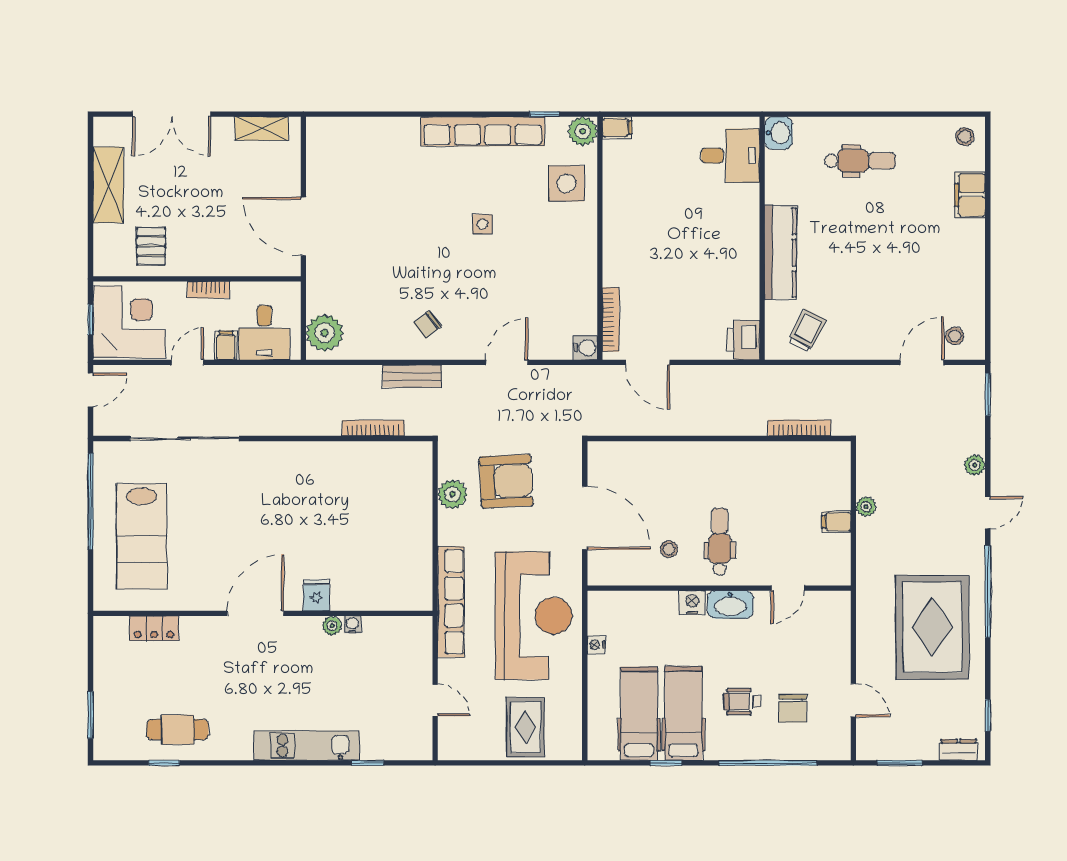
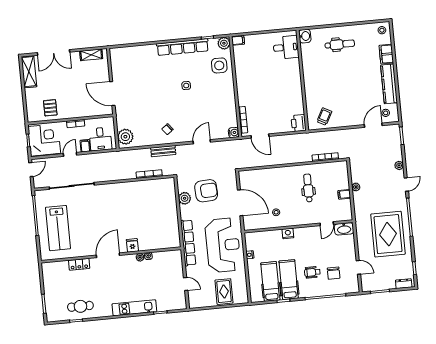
shelving: (108, 185) -> (29, 72), moved
kitchen counter: (780, 253) -> (389, 84), moved, turned 180
dental chair: (720, 542) -> (308, 188), moved
washbasin: (730, 605) -> (344, 229), moved
locker: (154, 628) -> (79, 264), moved

